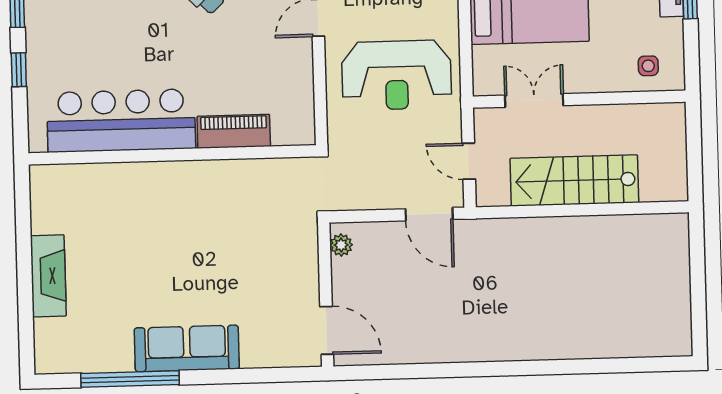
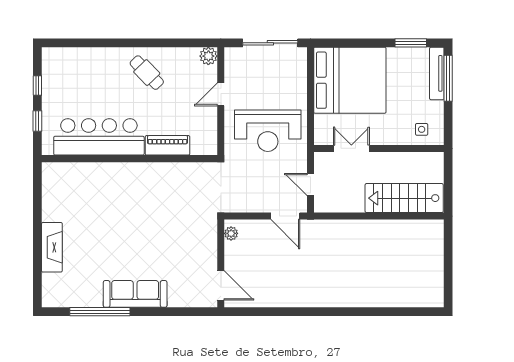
bar counter: (121, 121) -> (99, 137), moved
piano: (234, 131) -> (167, 145), moved
wall: (172, 155) -> (130, 159), moved
stairs: (574, 180) -> (404, 198), moved

